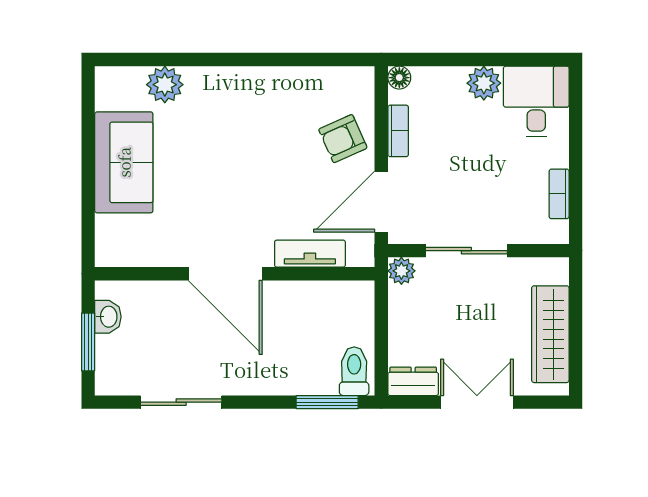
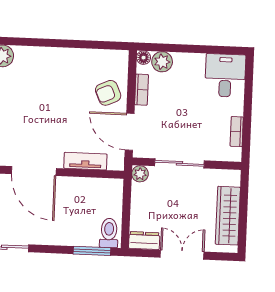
plant: (484, 83) -> (162, 62), moved
door: (381, 202) -> (130, 132), hinge flipped

